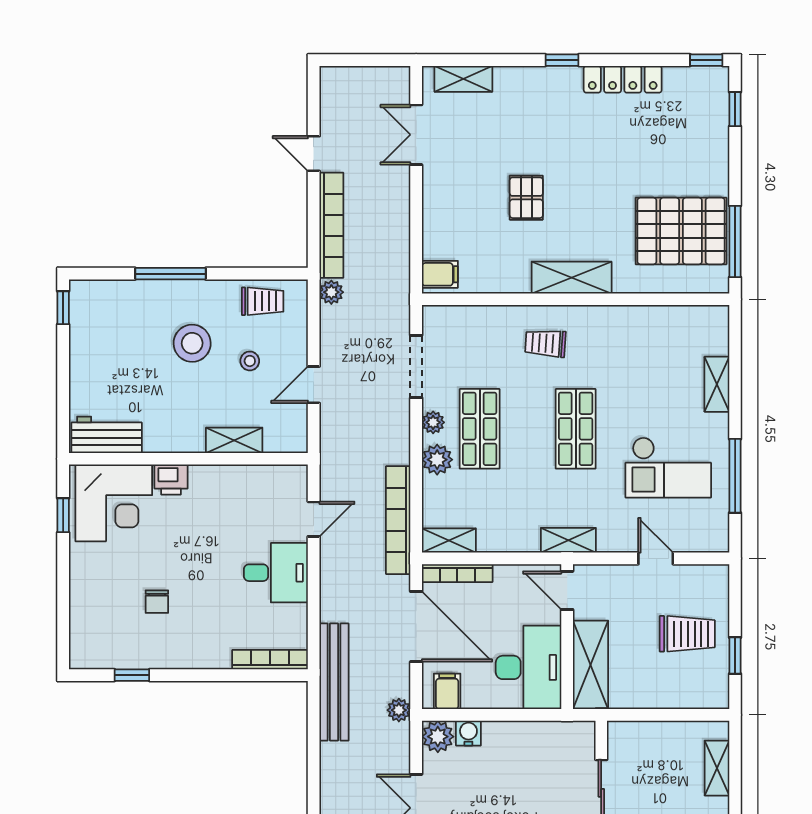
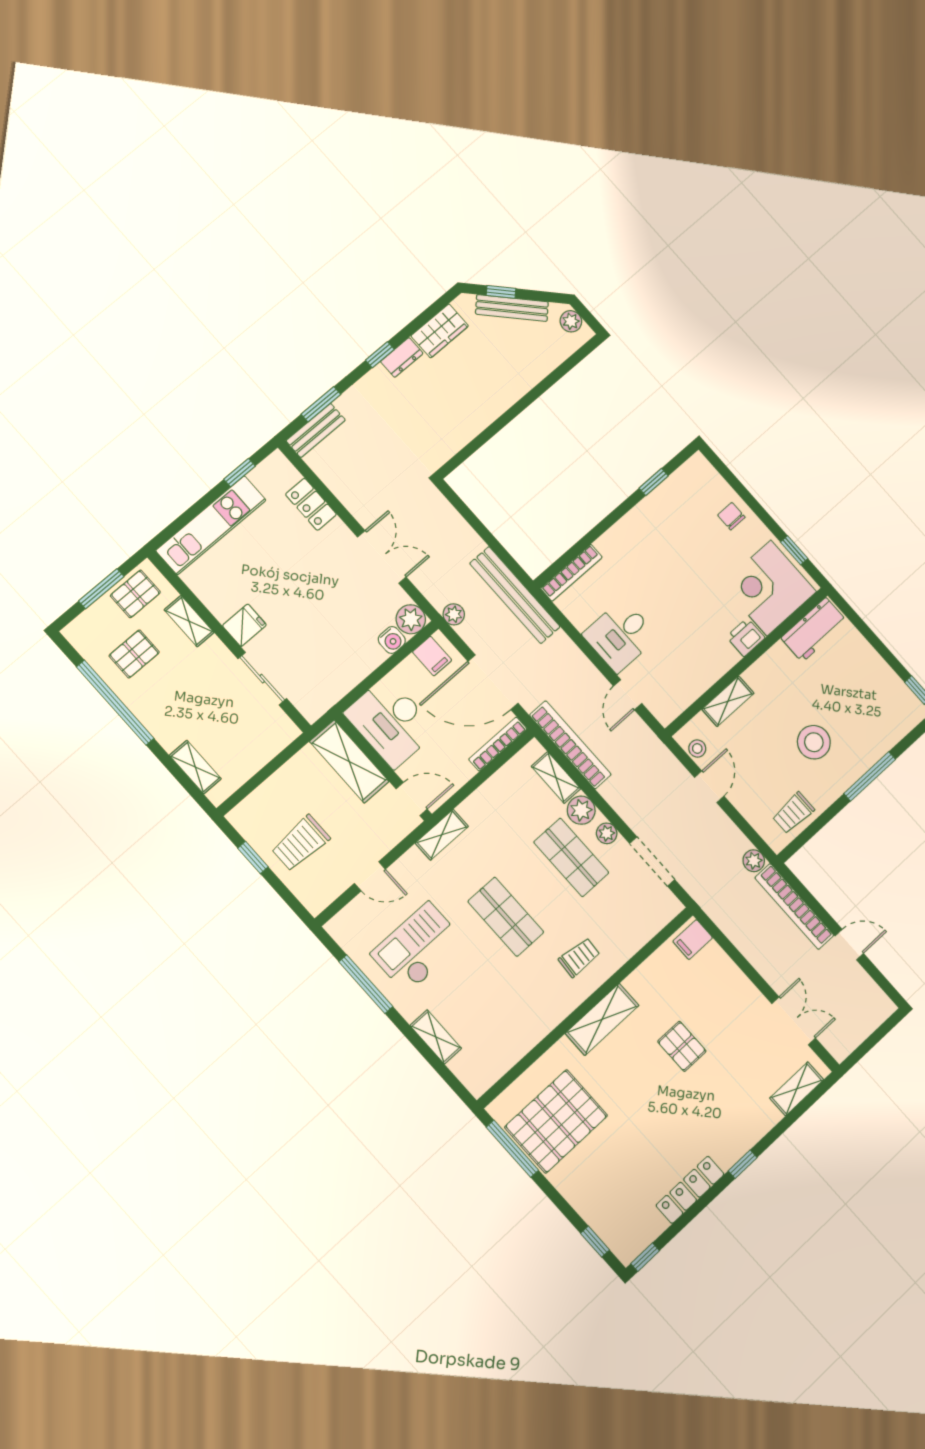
stool: (250, 361) -> (697, 749), moved
shelving: (449, 540) -> (556, 778), moved, turned 90
chair: (157, 602) -> (731, 516), moved

